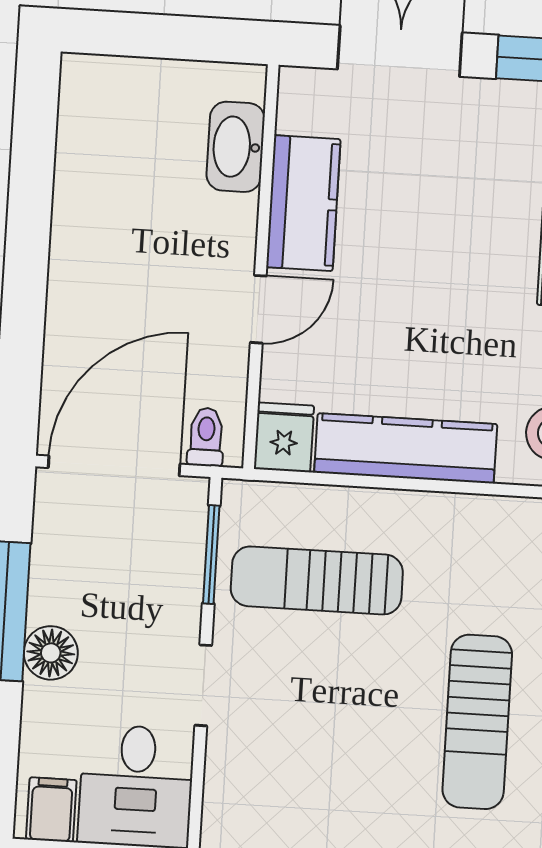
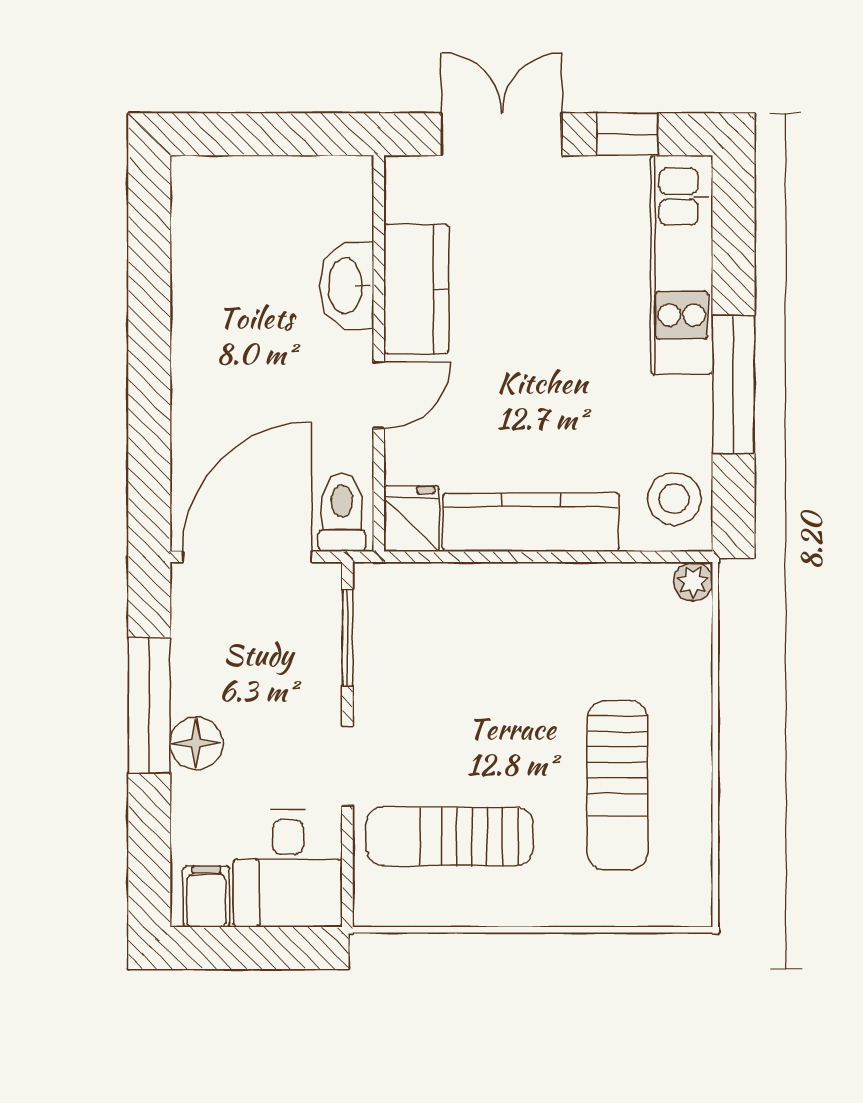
washbasin: (236, 147) -> (347, 286), moved
toilet: (206, 437) -> (342, 512), width x1.37, depth x1.39
sun lounger: (317, 580) -> (450, 836), moved

